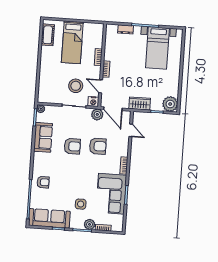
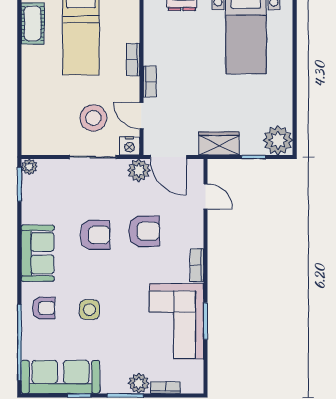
sofa: (43, 137) -> (38, 253), moved
side table: (81, 204) -> (89, 310), moved

